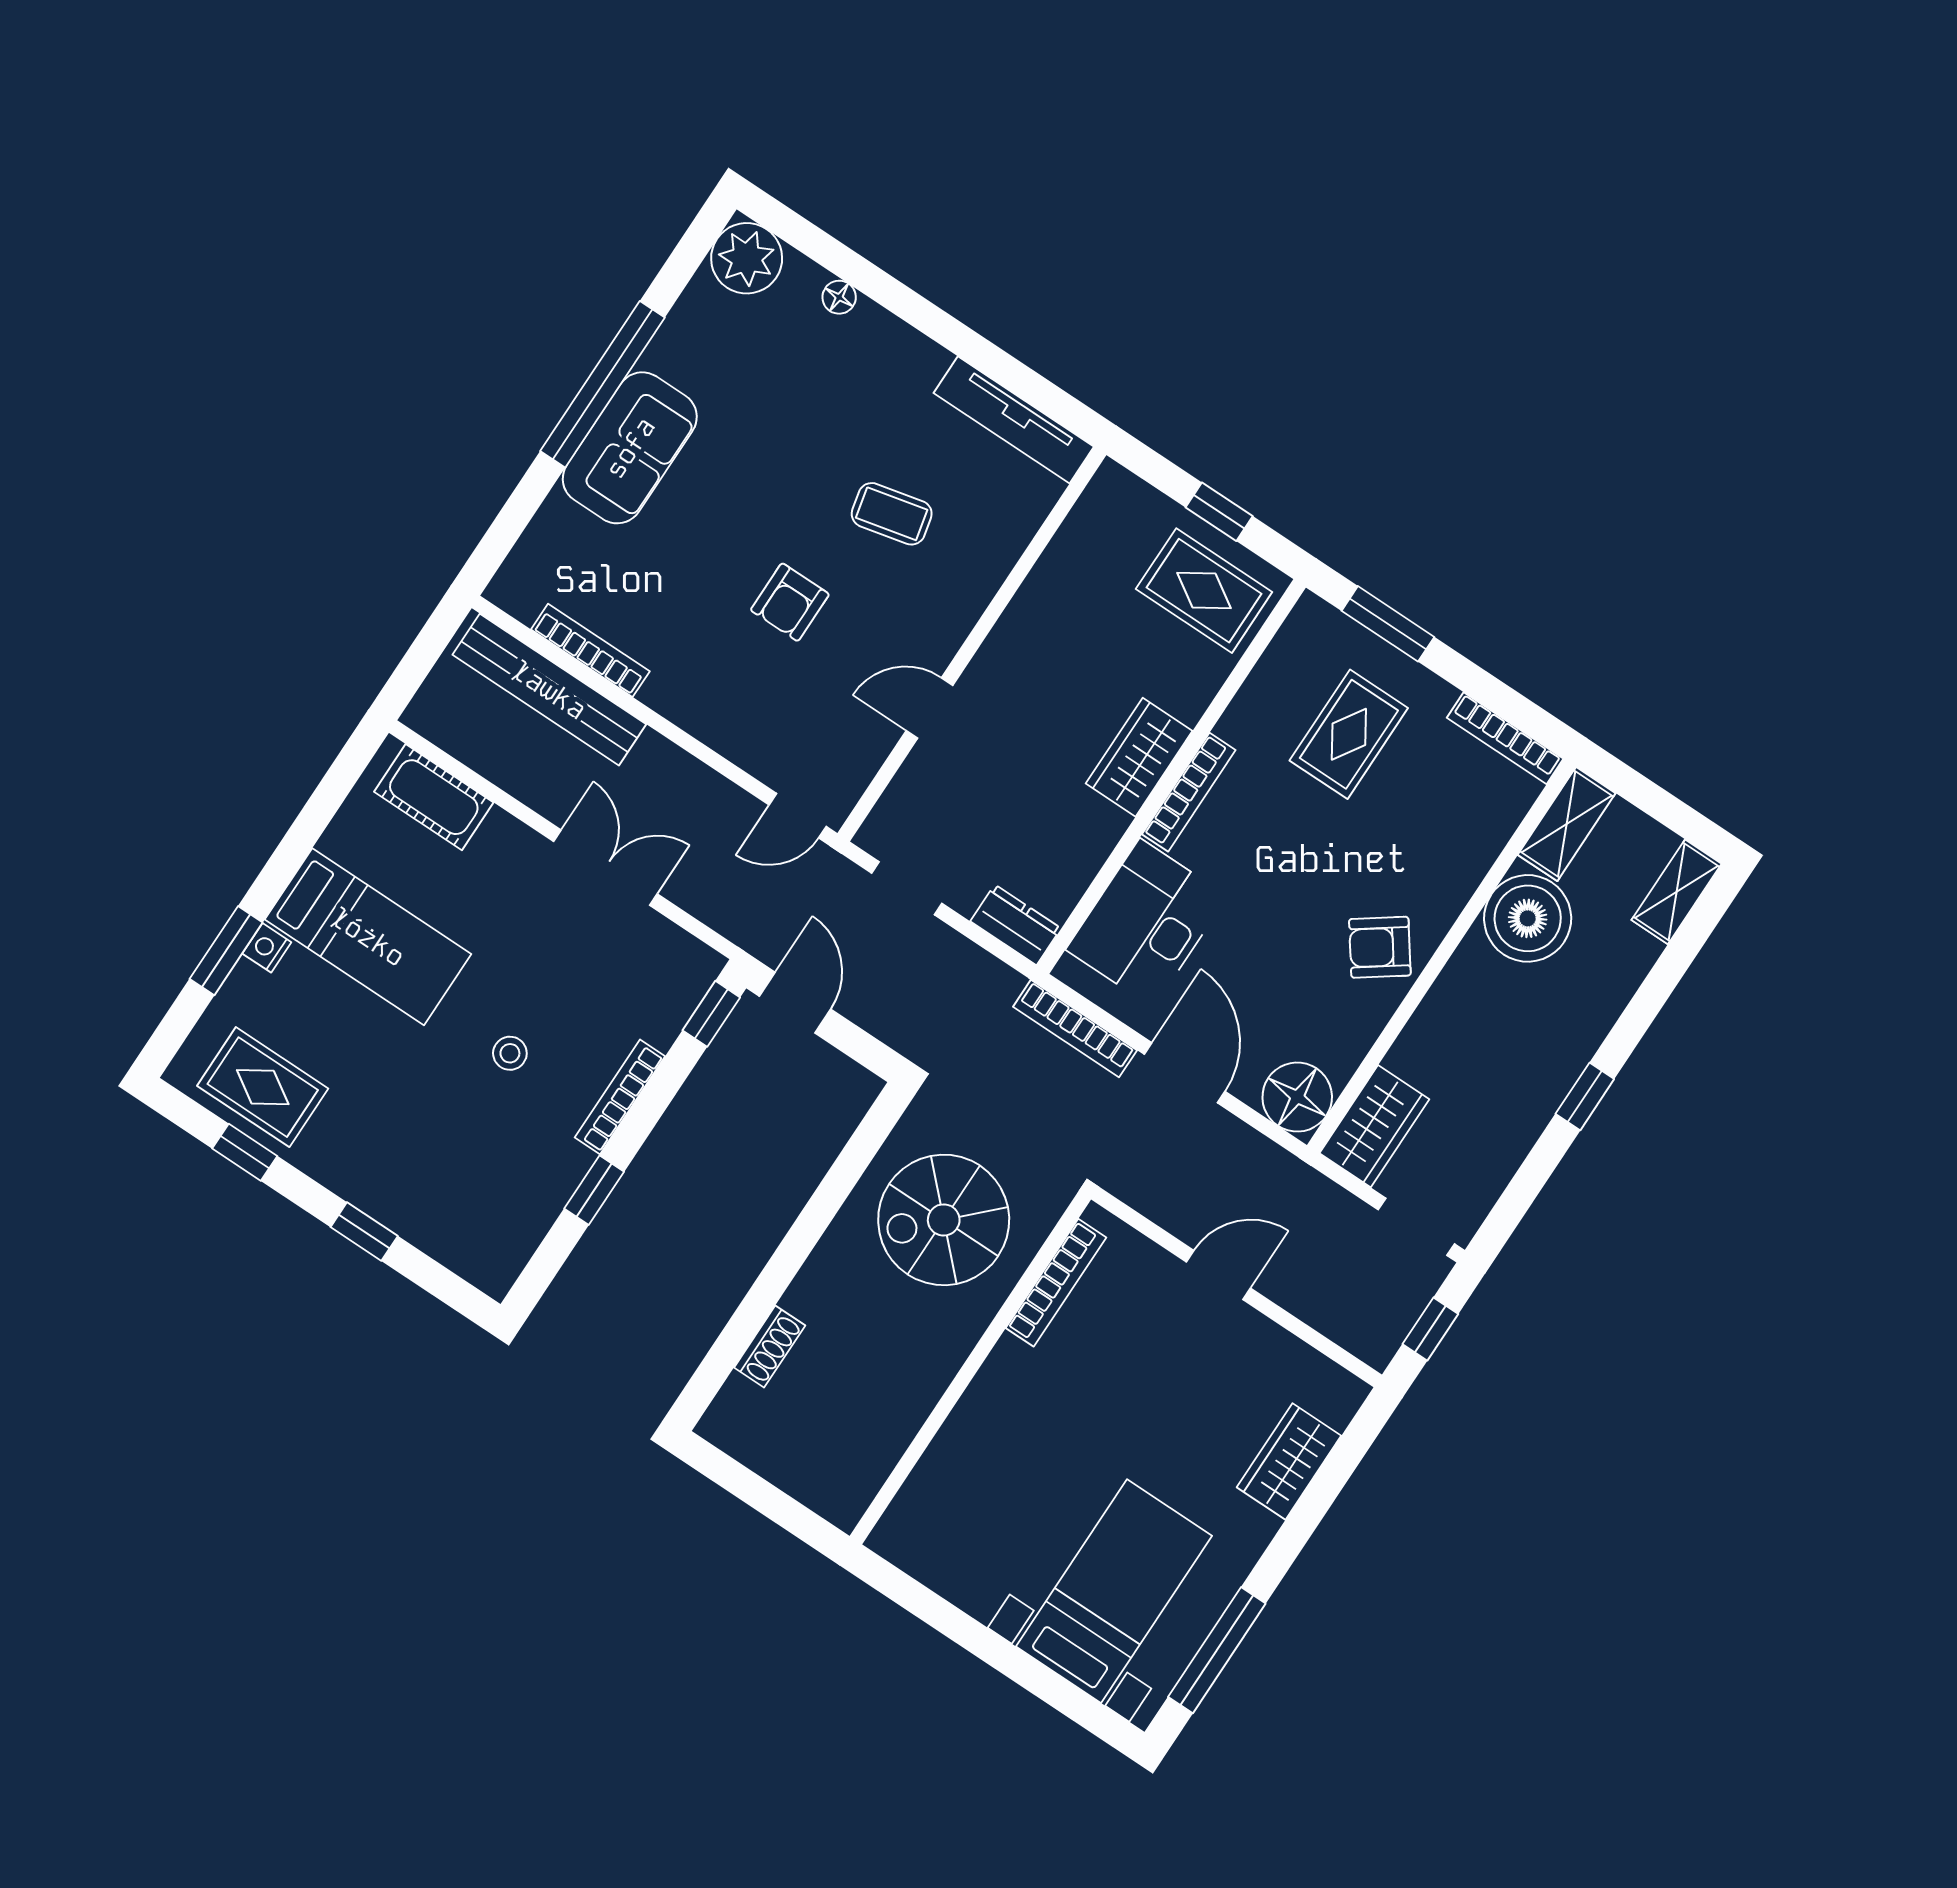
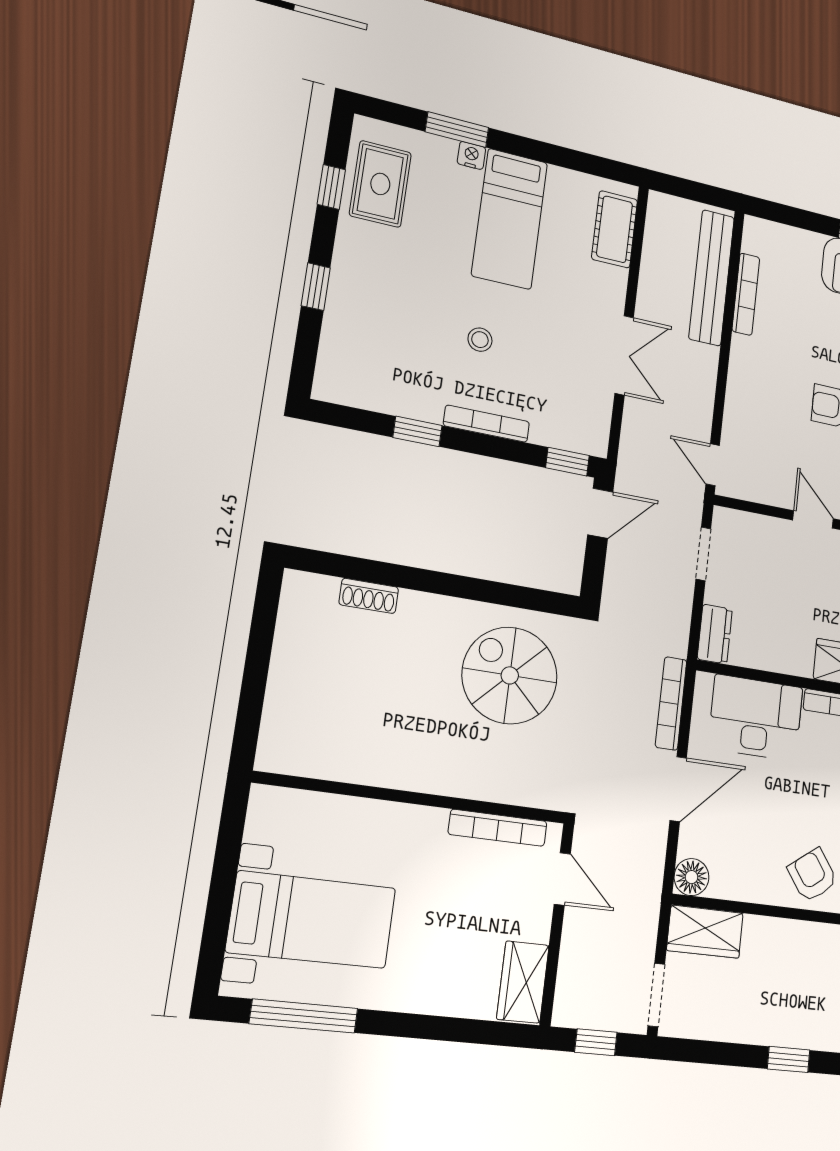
floor lamp: (1297, 1097) -> (691, 877), width x0.73, depth x0.73
bookcase: (1056, 1283) -> (498, 828), moved
wall: (970, 1368) -> (412, 798), moved
wardrobe: (1289, 1461) -> (523, 982), moved, turned -90

